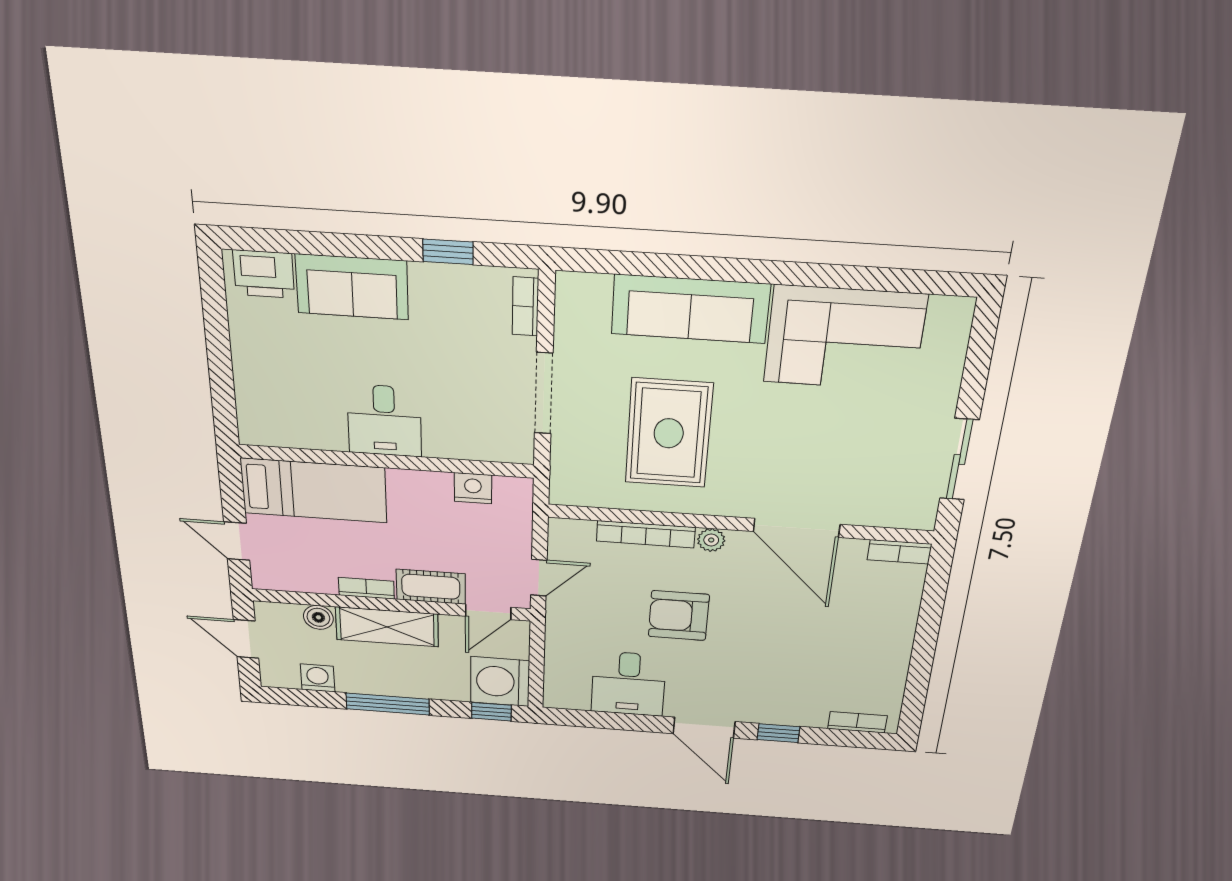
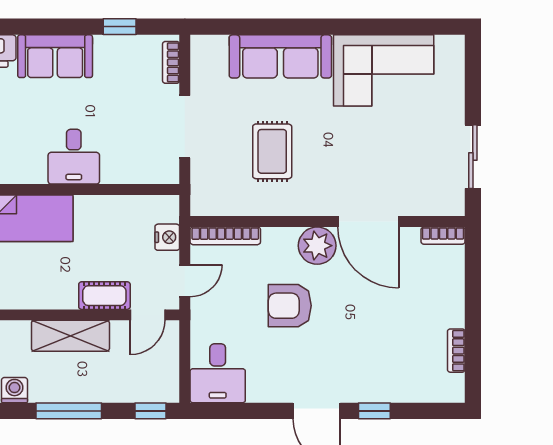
rug: (669, 433) -> (272, 151), width x0.73, depth x0.70
nightstand: (473, 488) -> (167, 237), moved, turned 90
bookcase: (646, 534) -> (225, 236), moved
plant: (711, 540) -> (317, 246), width x1.88, depth x1.88
bookcase: (366, 588) -> (56, 301), removed
boiler: (318, 617) -> (18, 332), removed
washing machine: (500, 682) -> (157, 380), removed
desk: (628, 684) -> (218, 373), moved
bookcase: (857, 722) -> (456, 351), moved, turned -90

